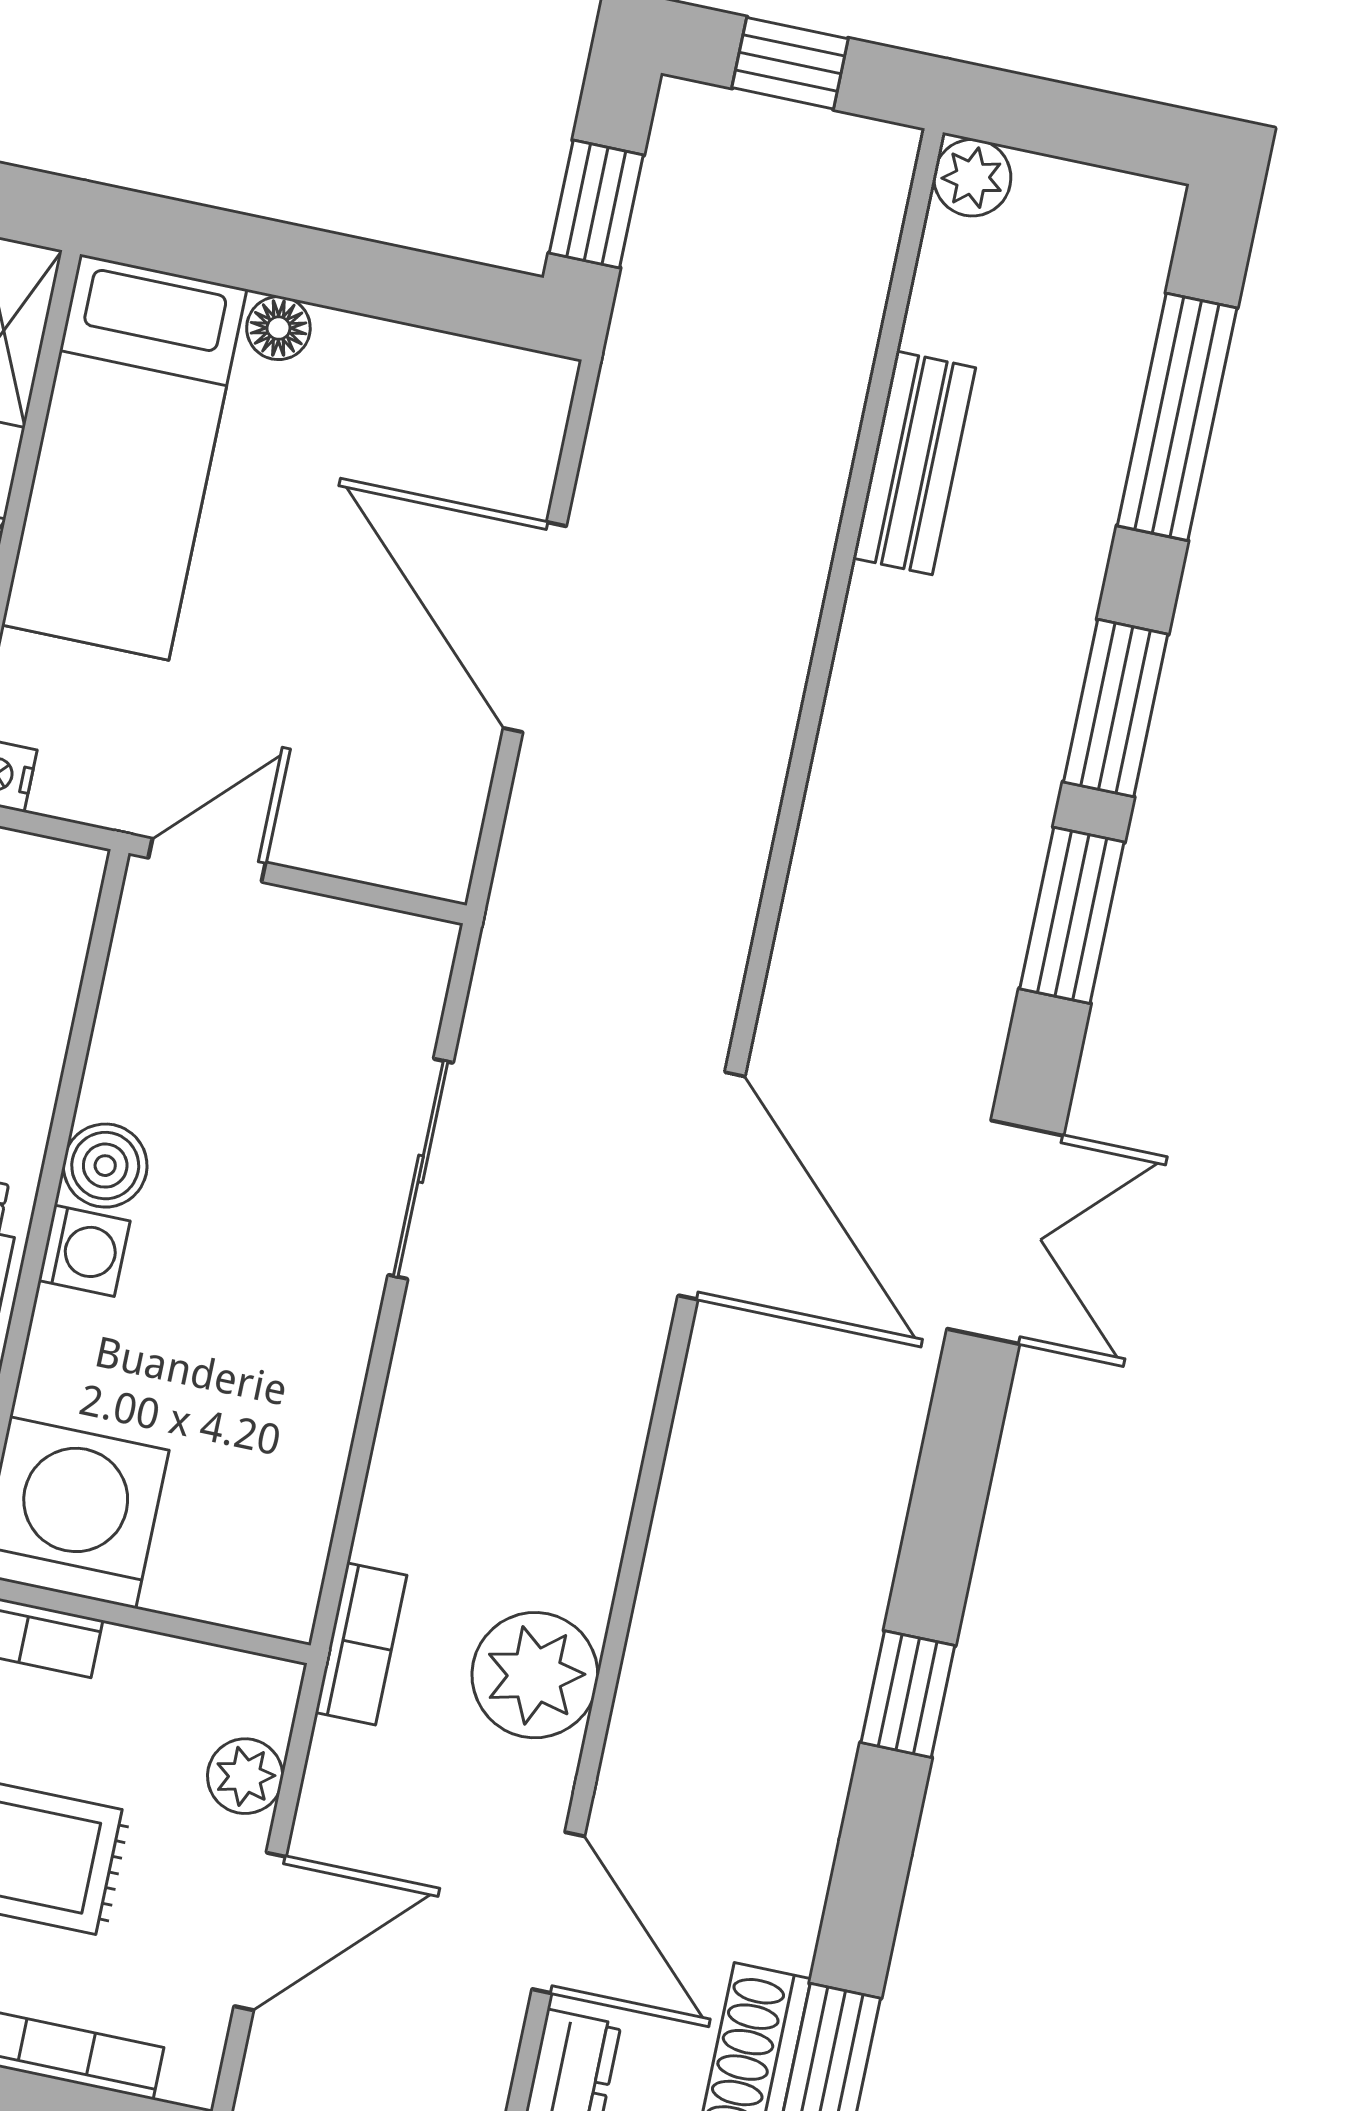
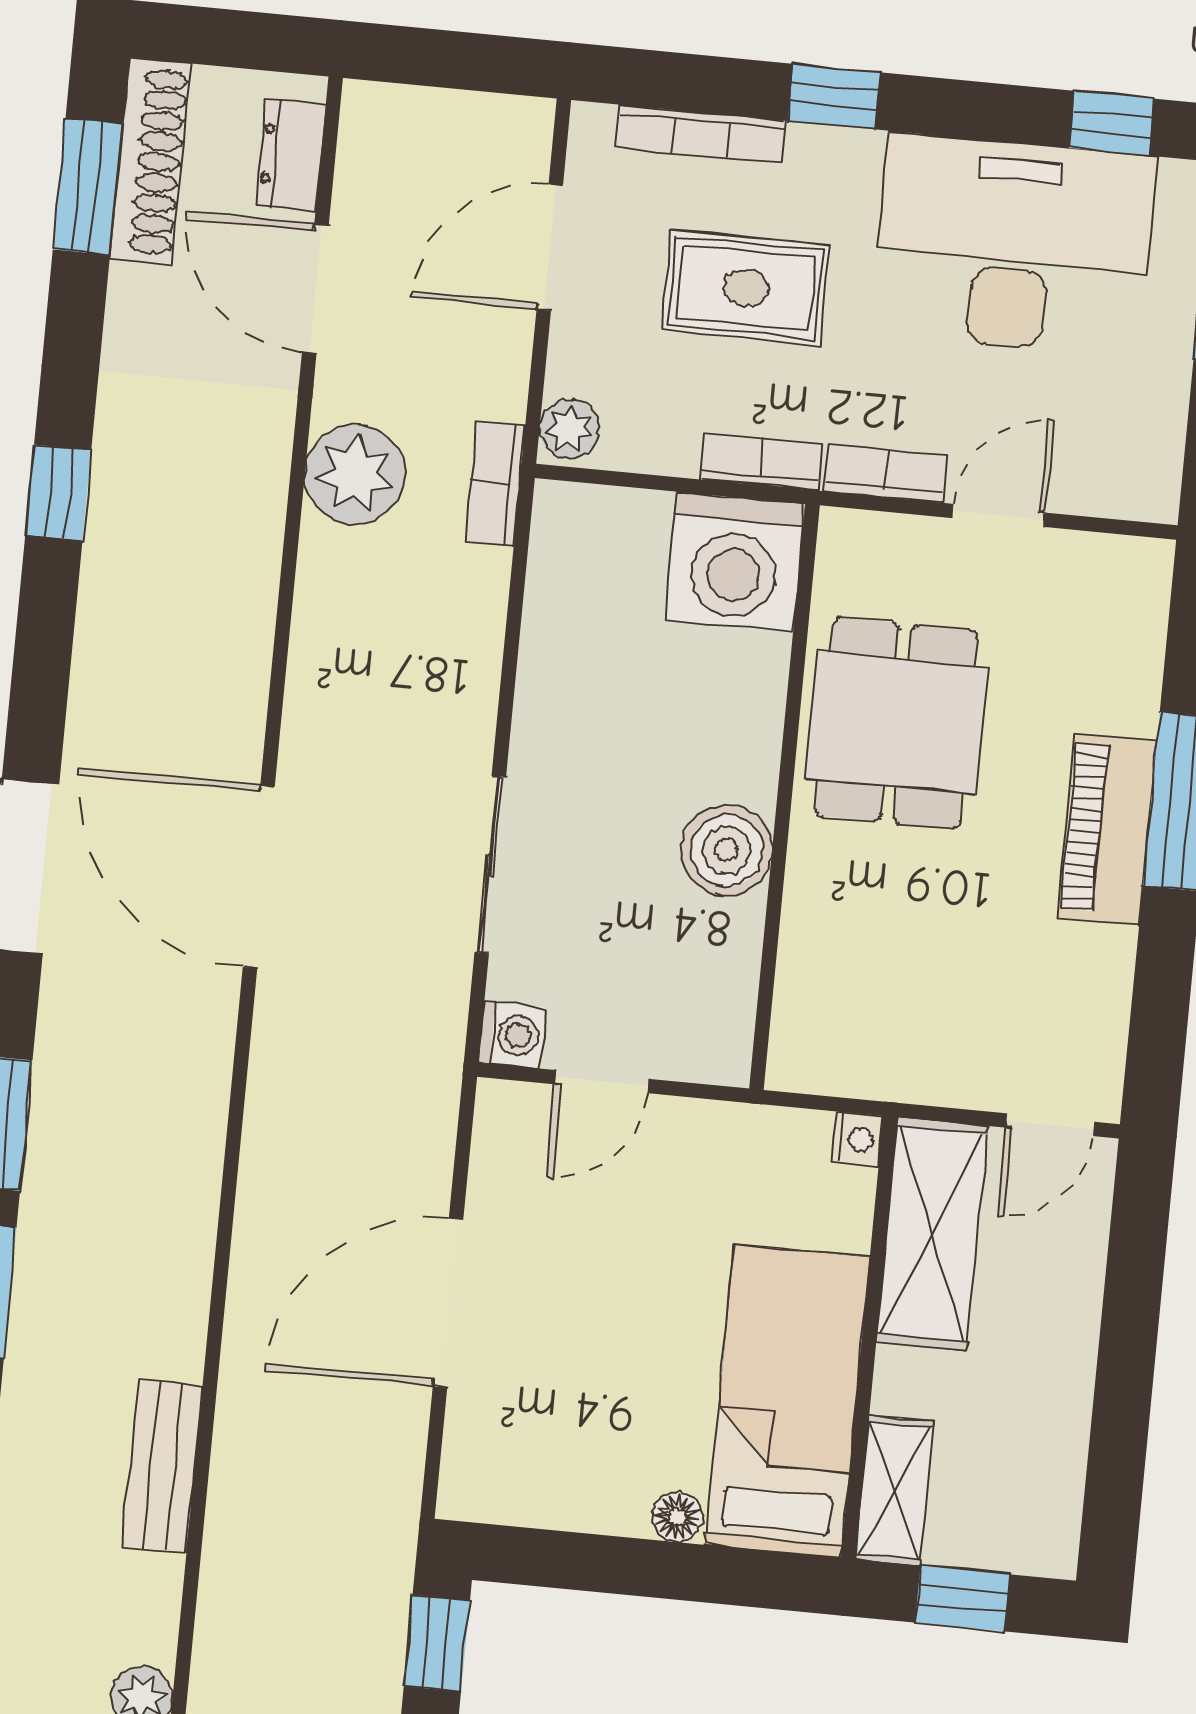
door: (535, 627) -> (448, 1303), swing flipped
door: (207, 860) -> (602, 1082), moved
boiler: (105, 1166) -> (727, 850), width x1.36, depth x1.36
washing machine: (84, 1251) -> (512, 1035), moved, turned 180
plant: (245, 1776) -> (569, 429), moved

